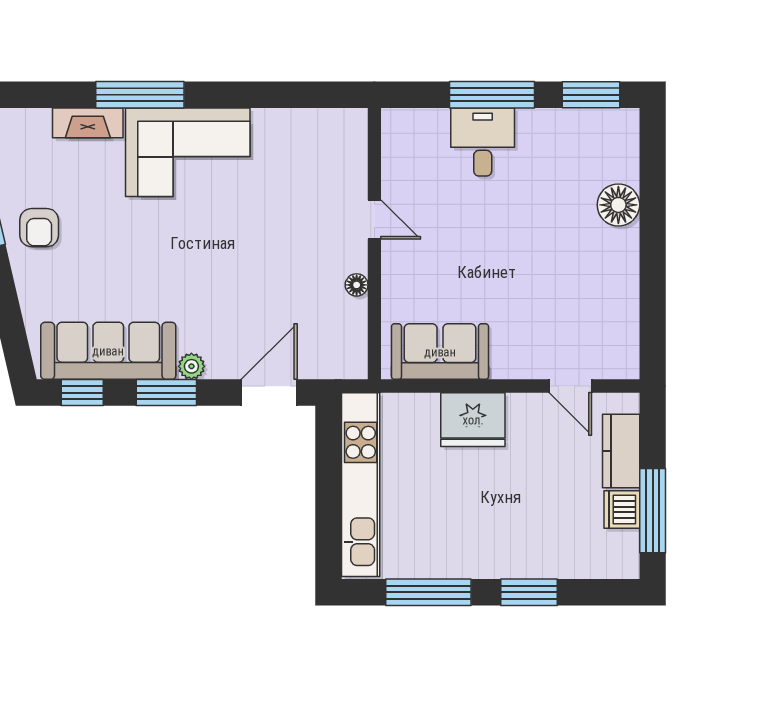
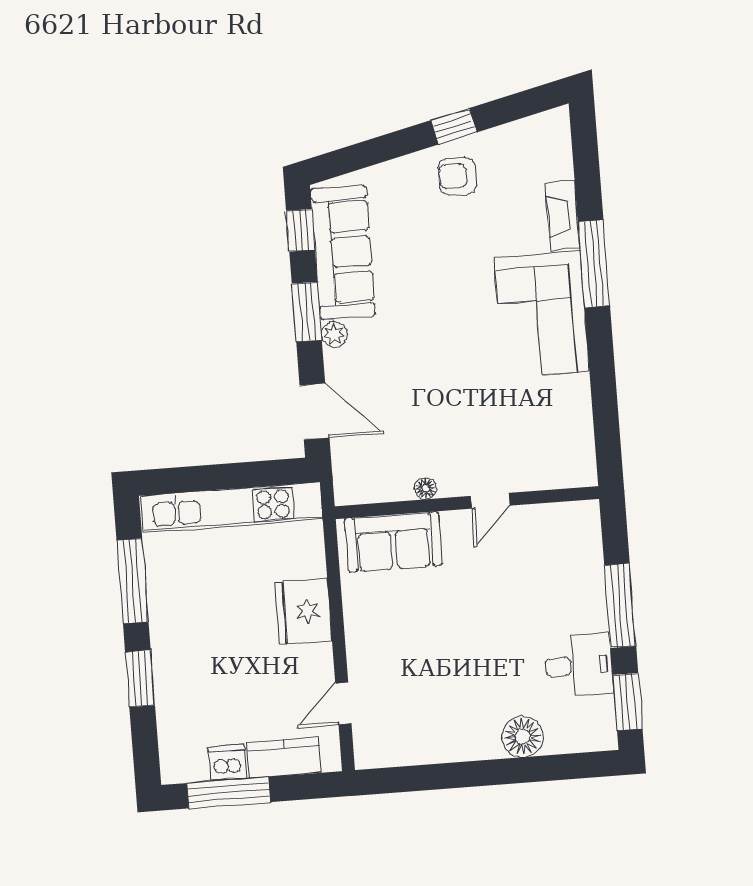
desk: (483, 142) -> (579, 665), moved
sofa: (440, 352) -> (393, 542), moved, turned 90

